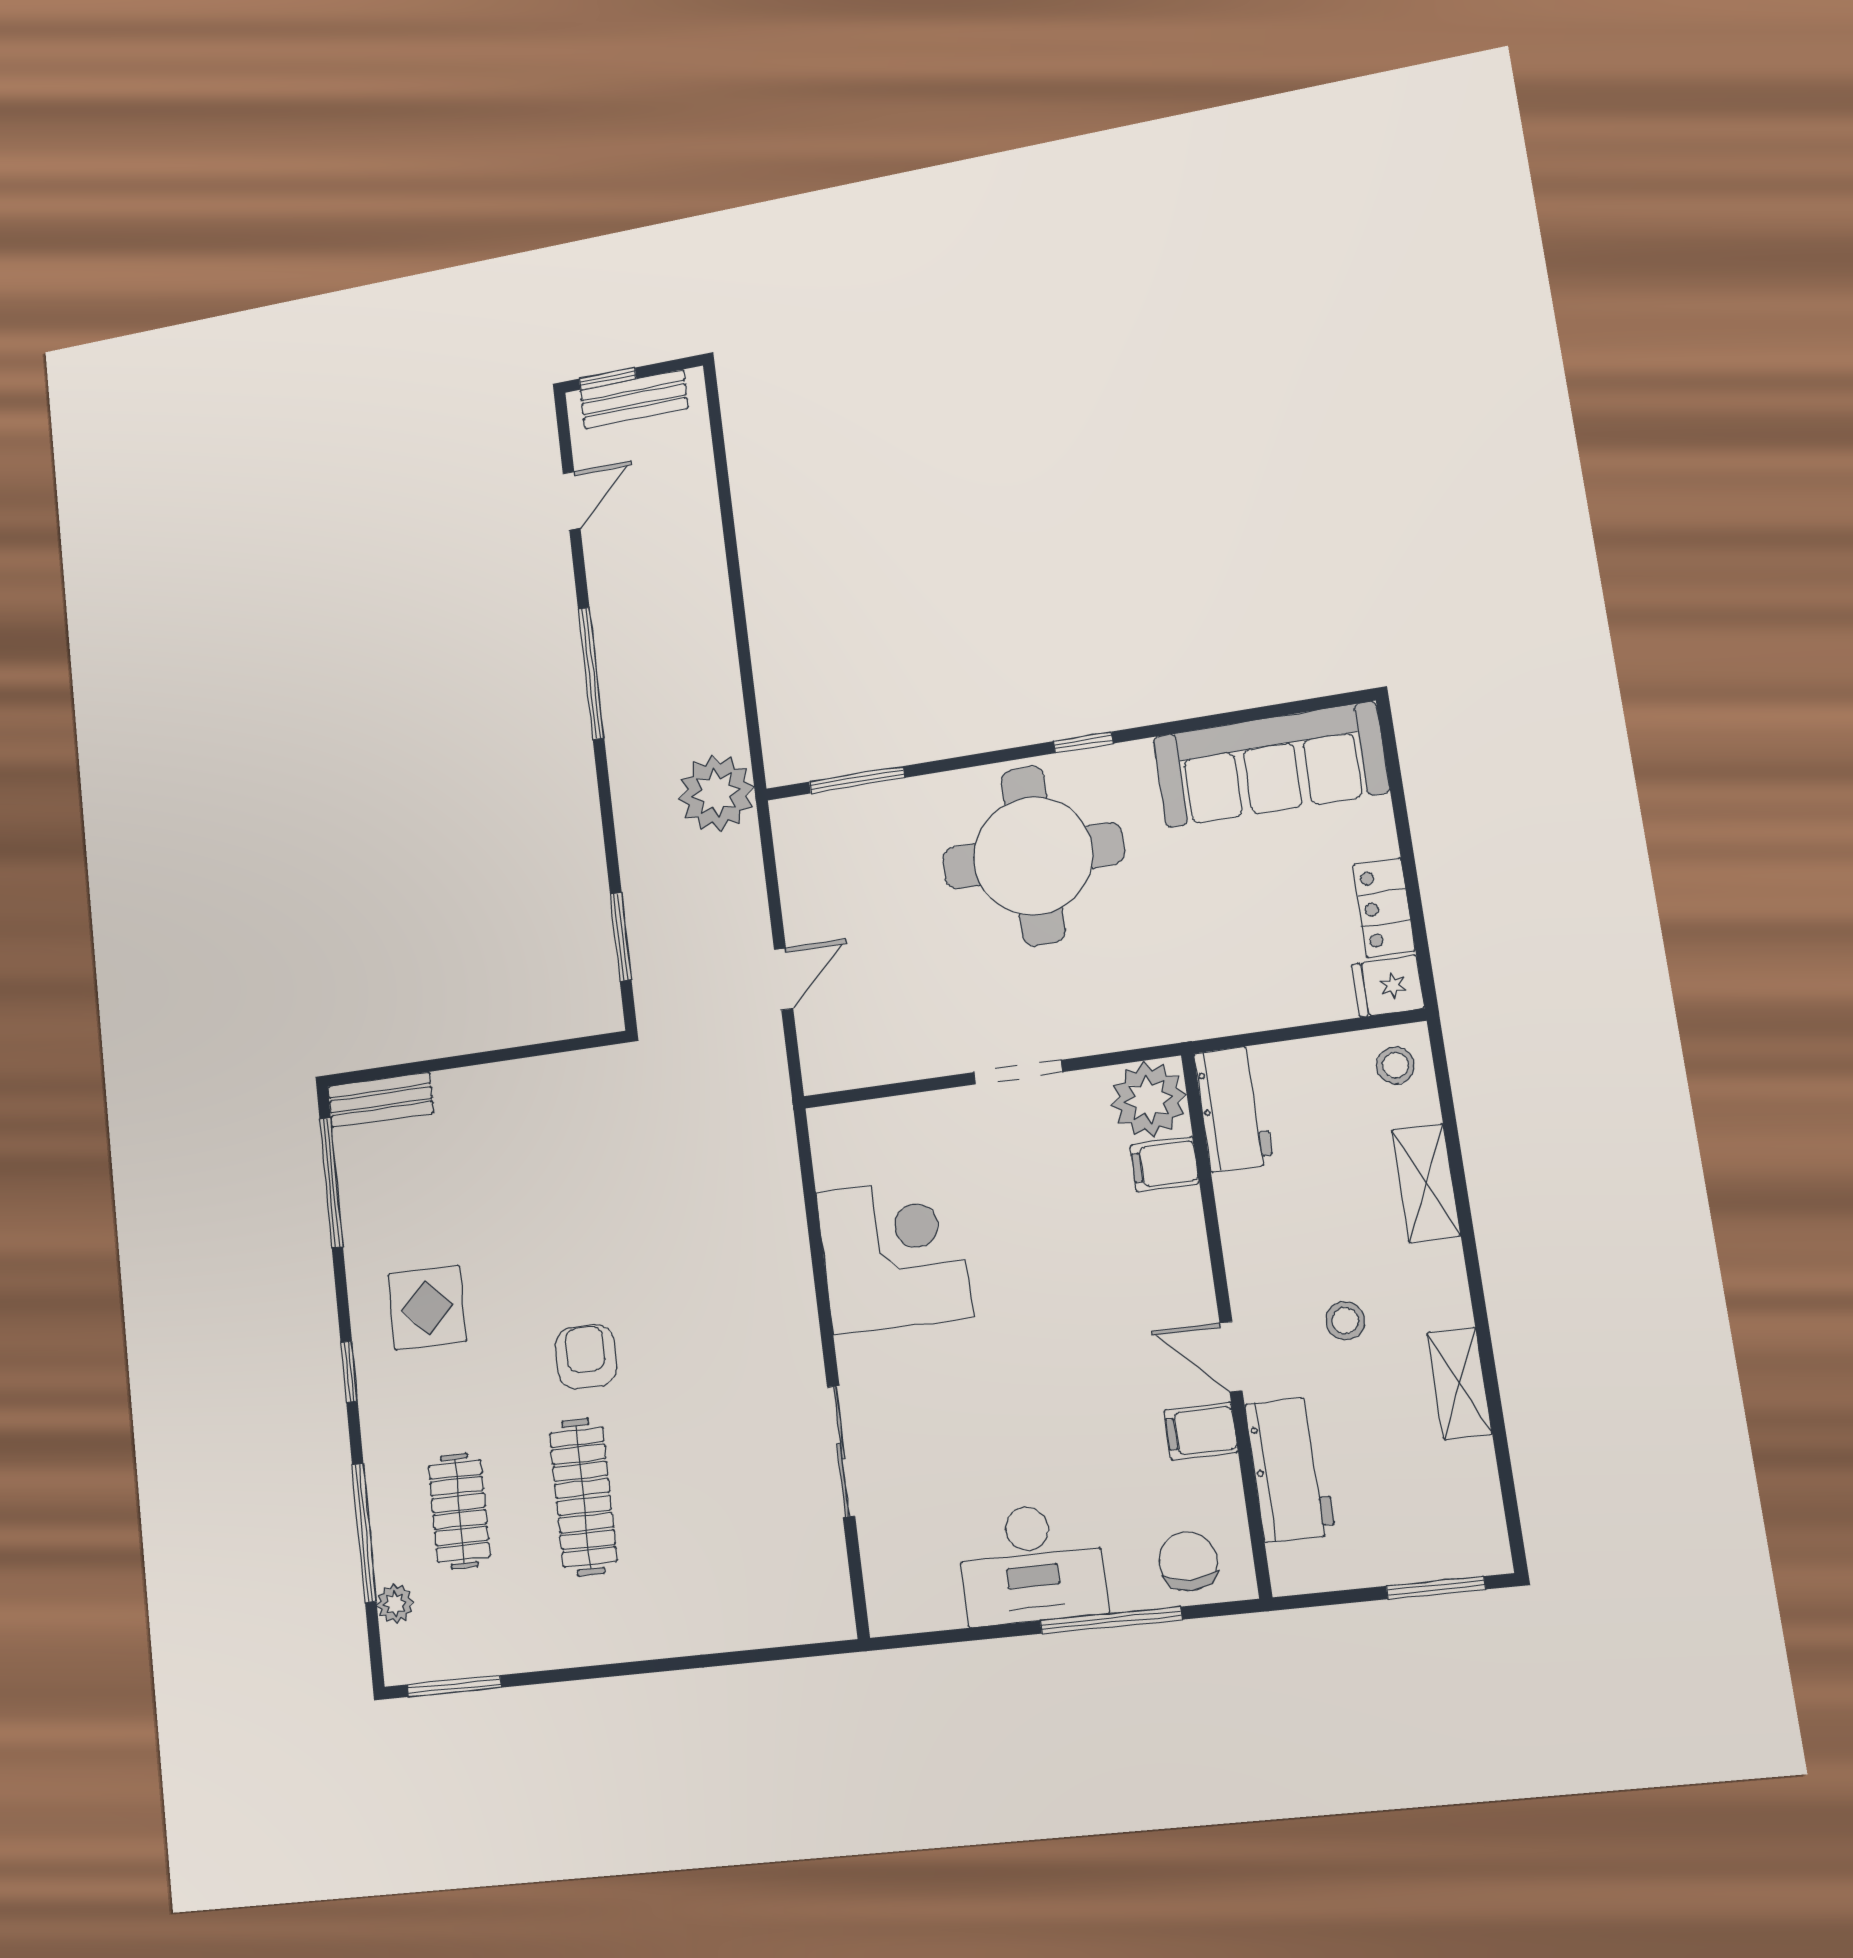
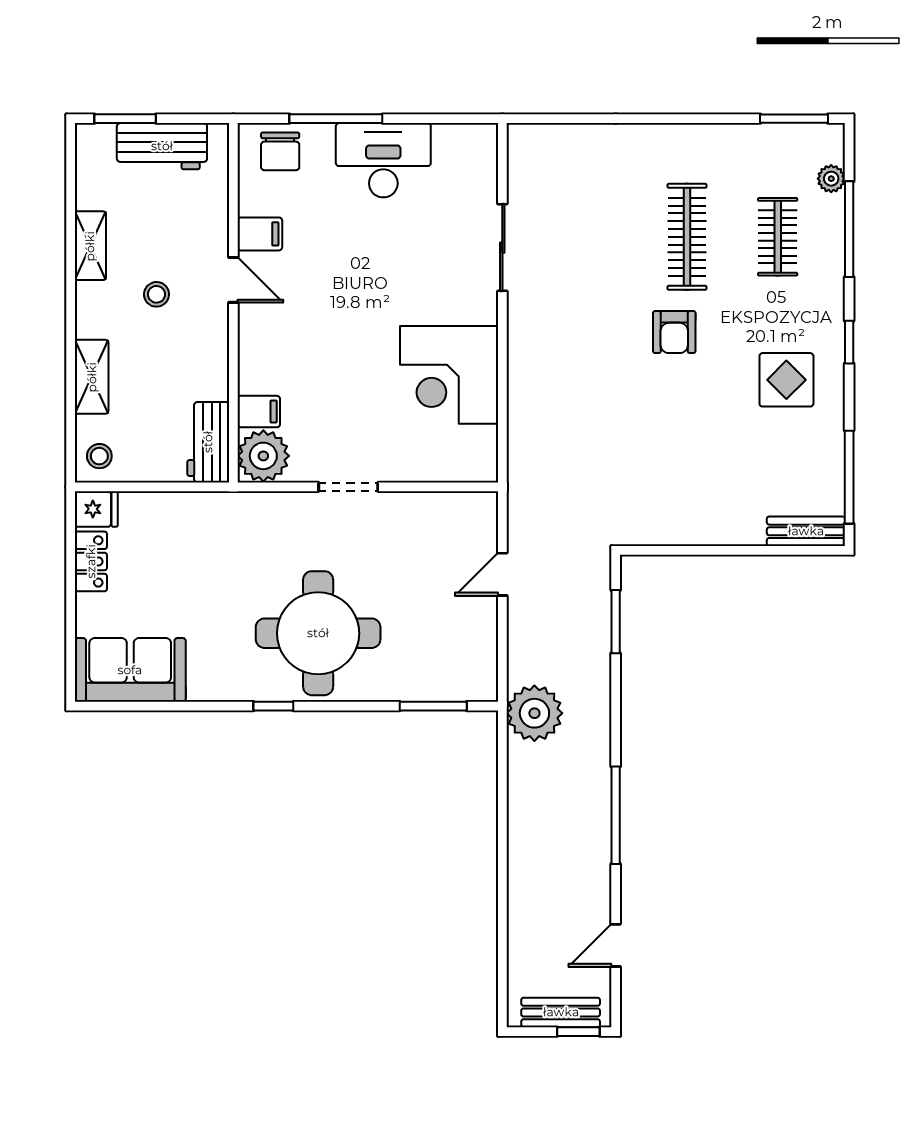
sofa: (1271, 765) -> (130, 670), width x0.73
workbench: (1290, 1469) -> (162, 146), moved, turned -90

